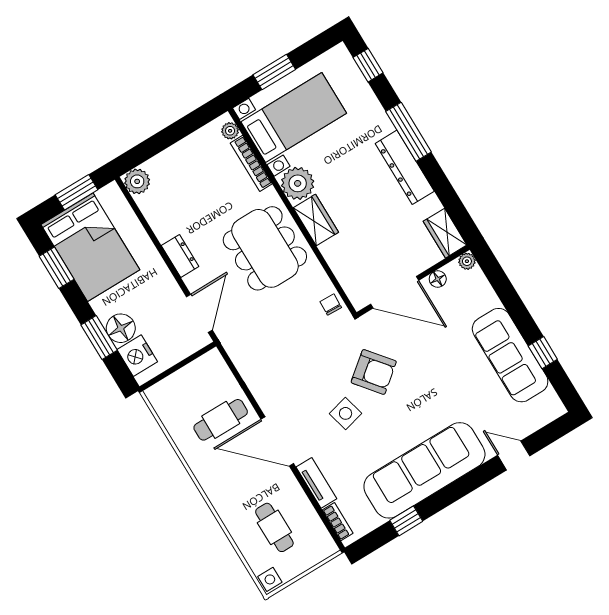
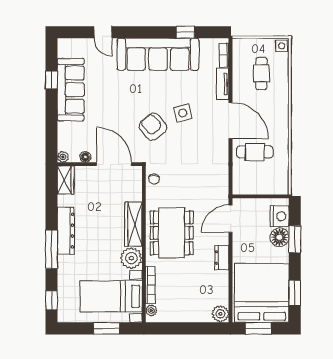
wardrobe: (316, 220) -> (134, 224), width x1.50
bed: (90, 247) -> (262, 293), width x1.36

